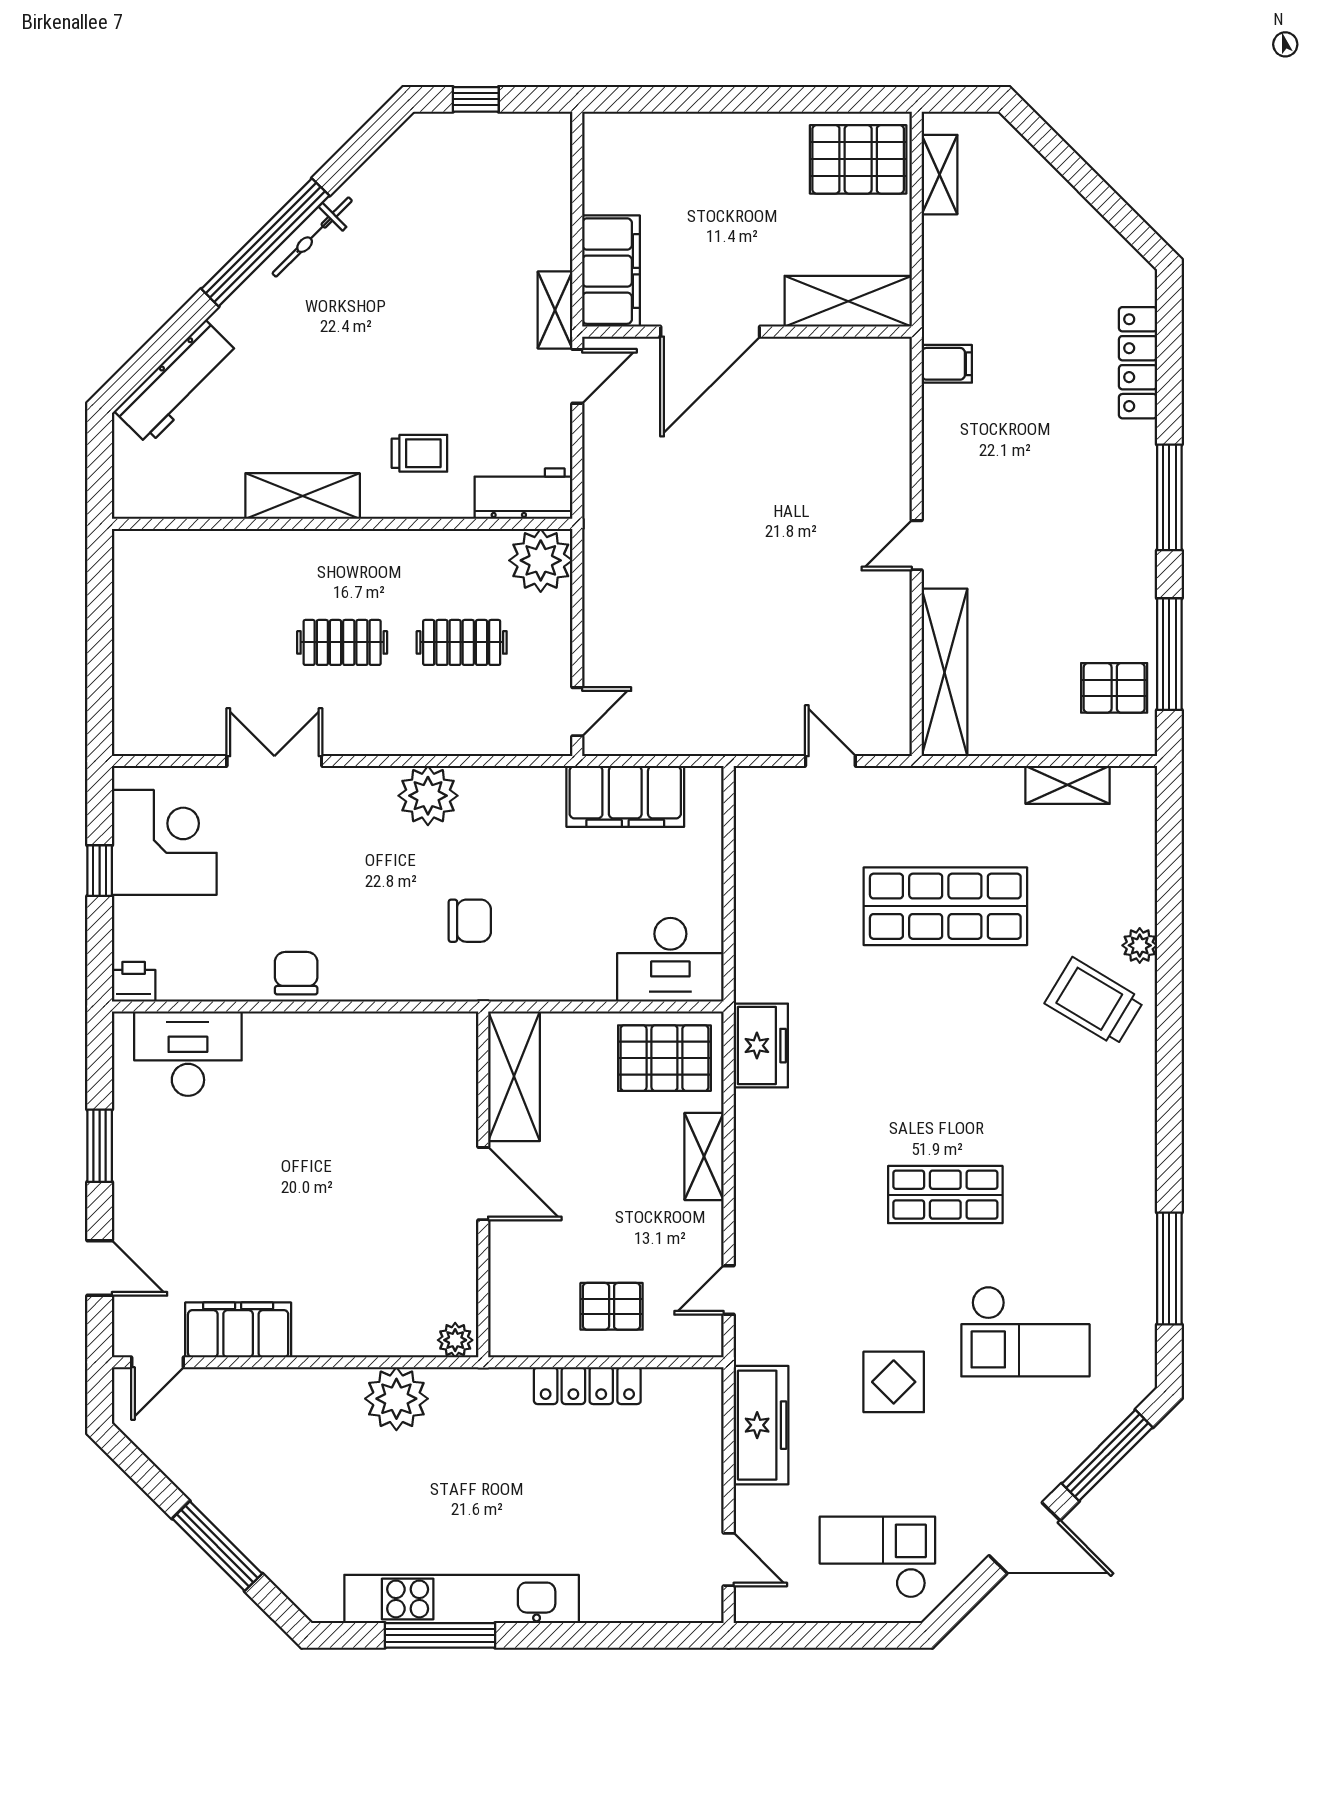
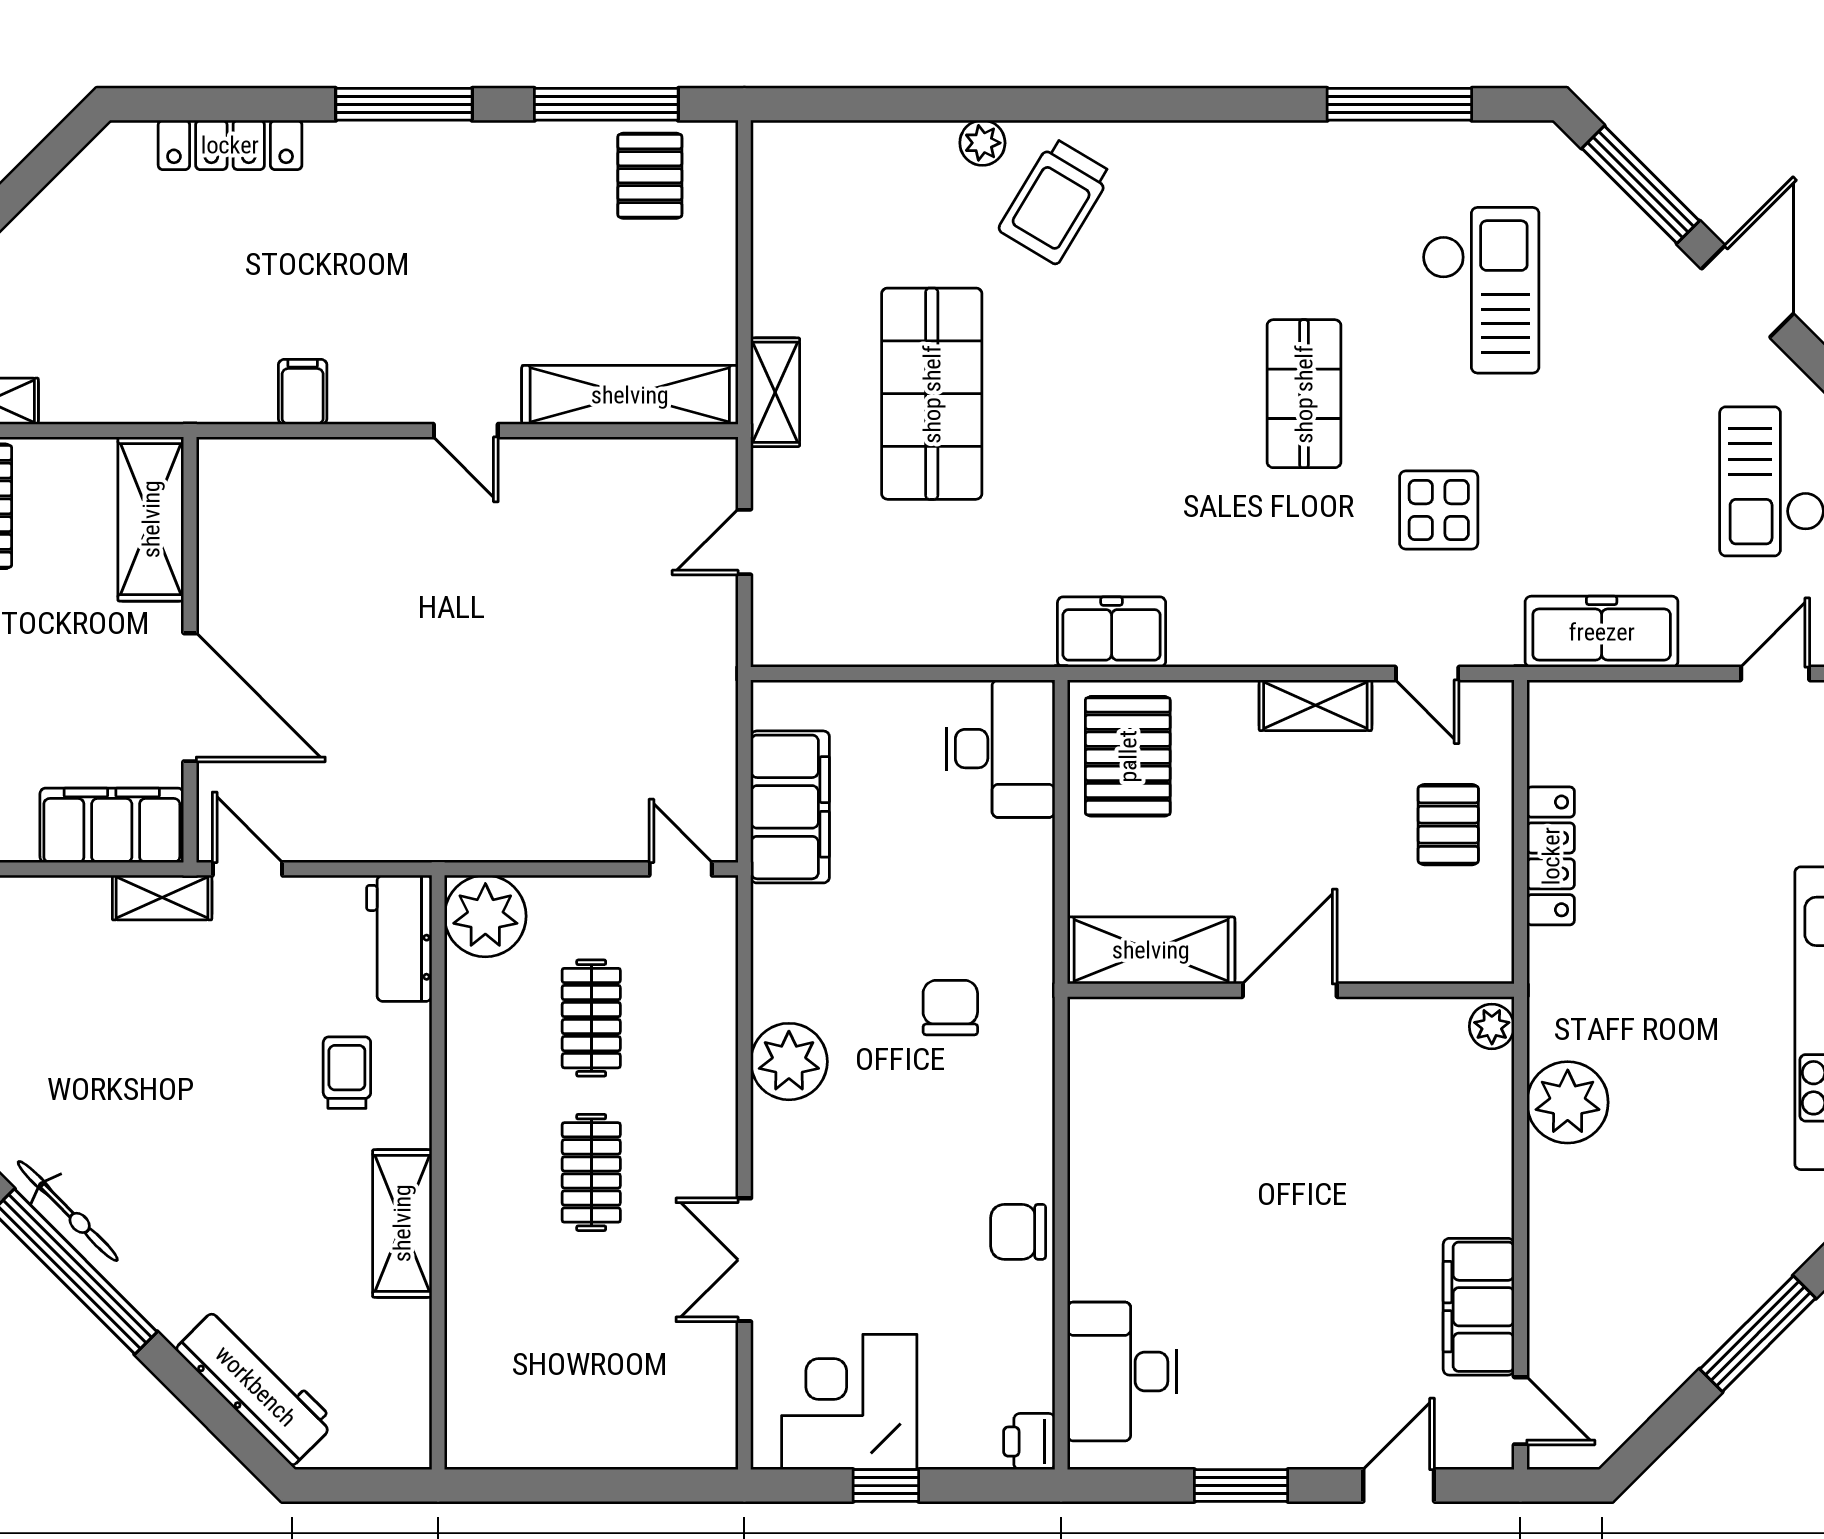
filing cabinet: (947, 364) -> (303, 392), moved
shelving: (1068, 785) -> (775, 392), moved
shelving: (704, 1156) -> (1315, 705), moved
display table: (894, 1382) -> (1439, 510), moved

